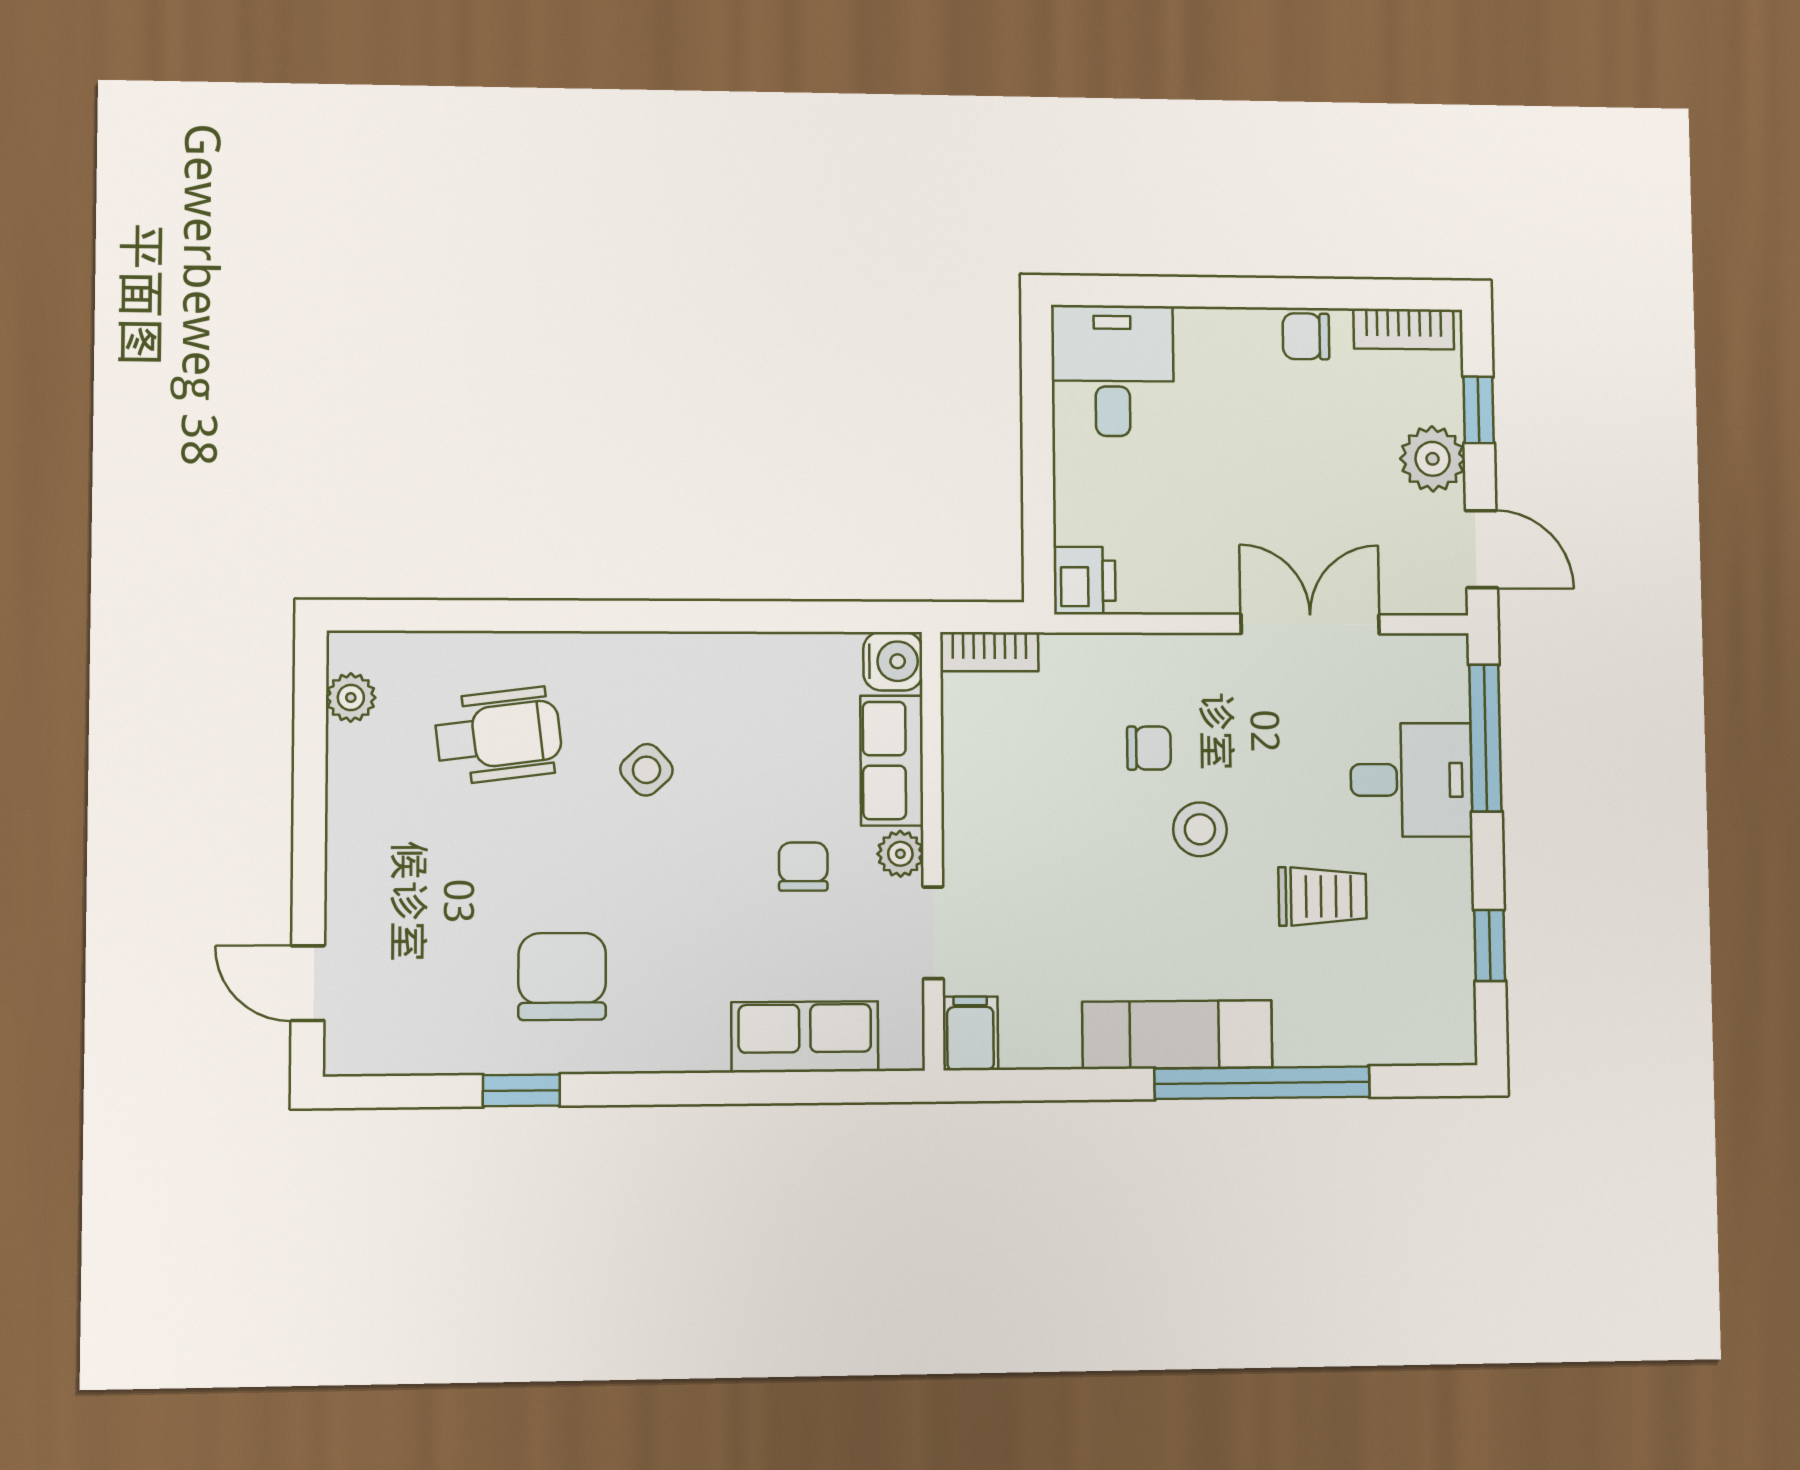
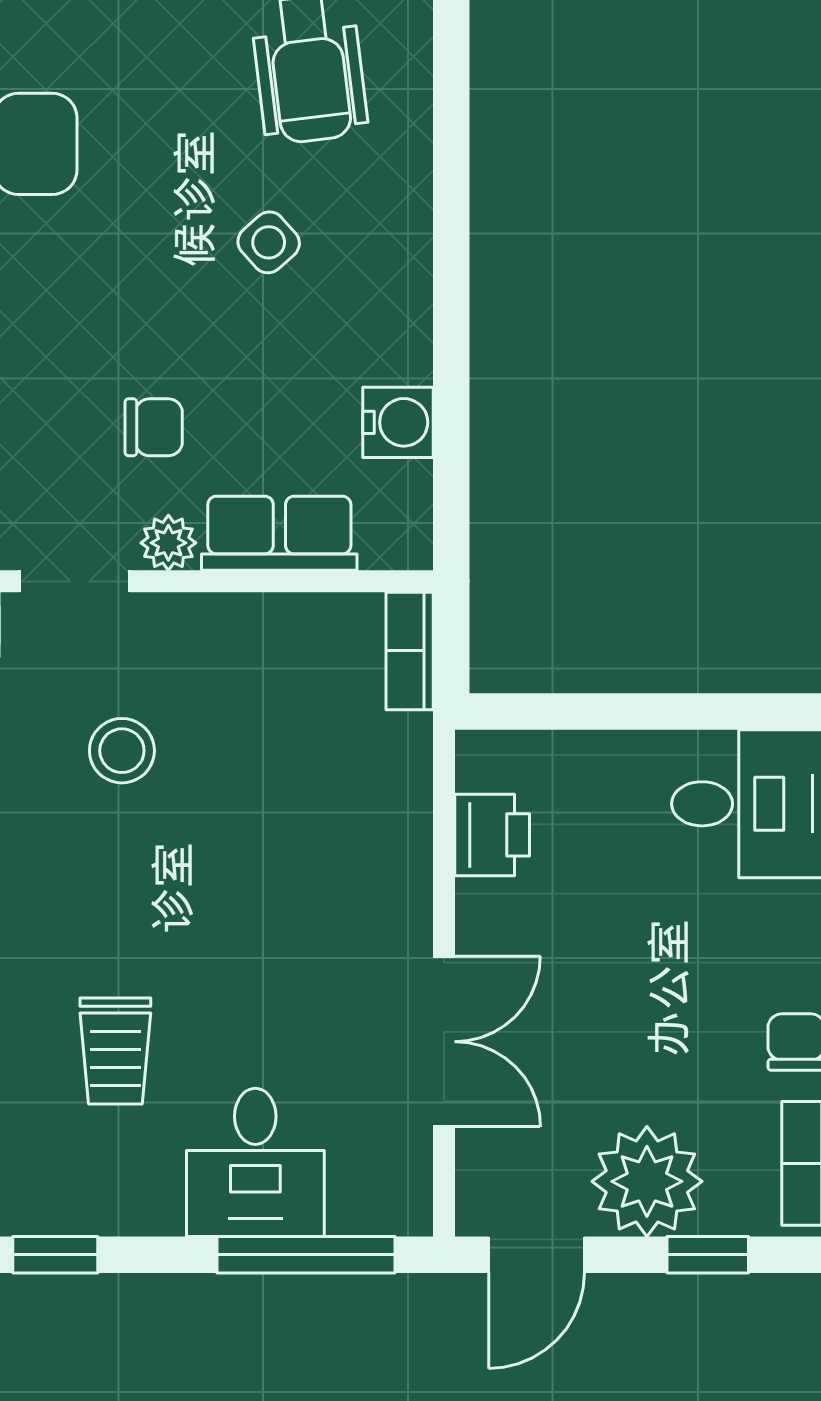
plant: (1433, 459) -> (647, 1181), width x1.36, depth x1.36
printer: (1084, 581) -> (492, 835), moved, turned -90
water cooler: (893, 661) -> (398, 422), moved, turned -90
chair: (1149, 748) -> (294, 843), removed
stool: (1200, 829) -> (122, 751), moved

